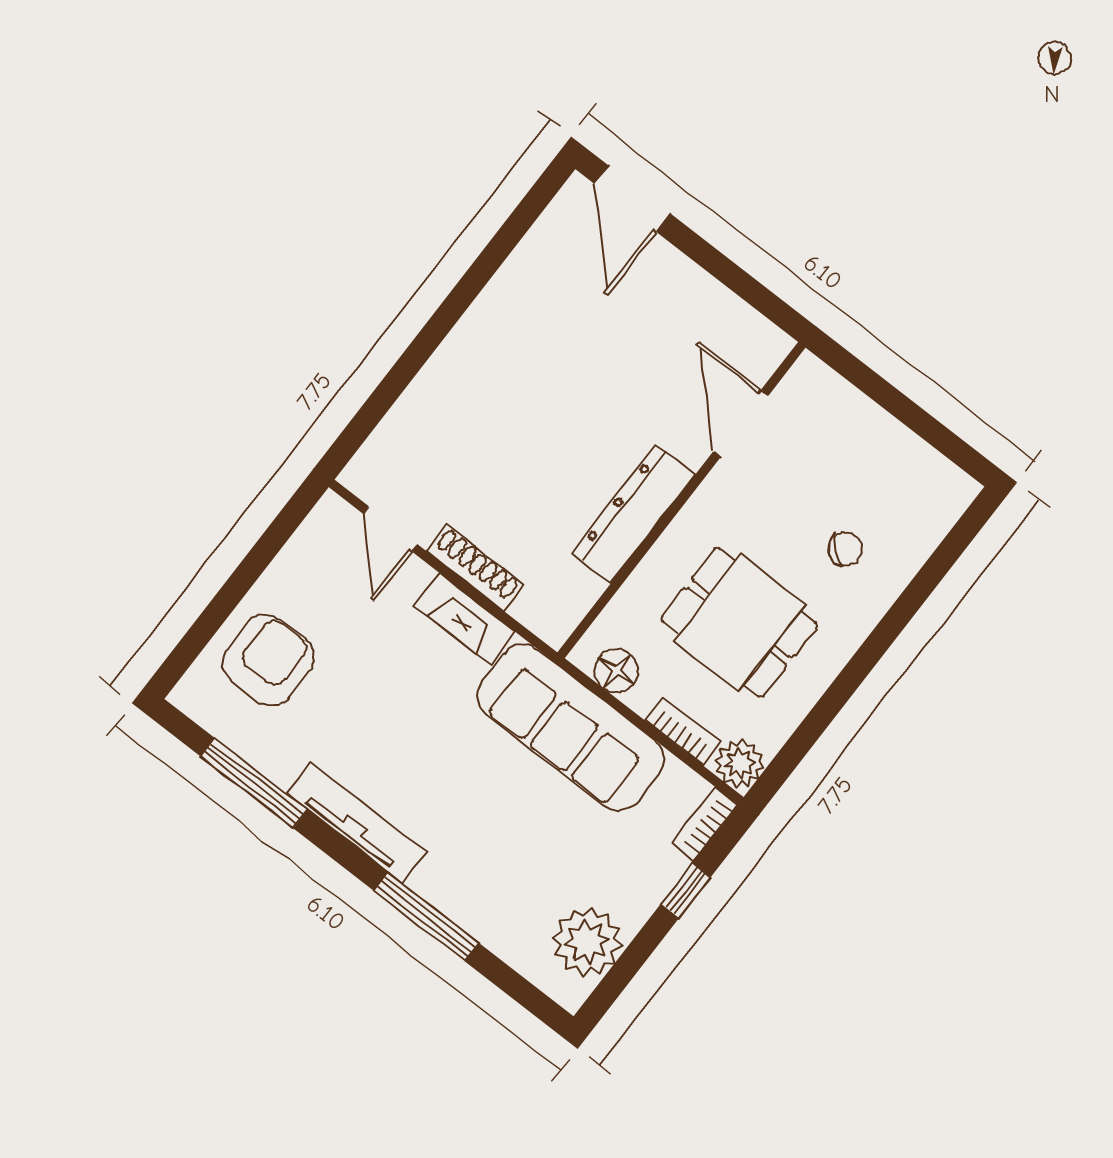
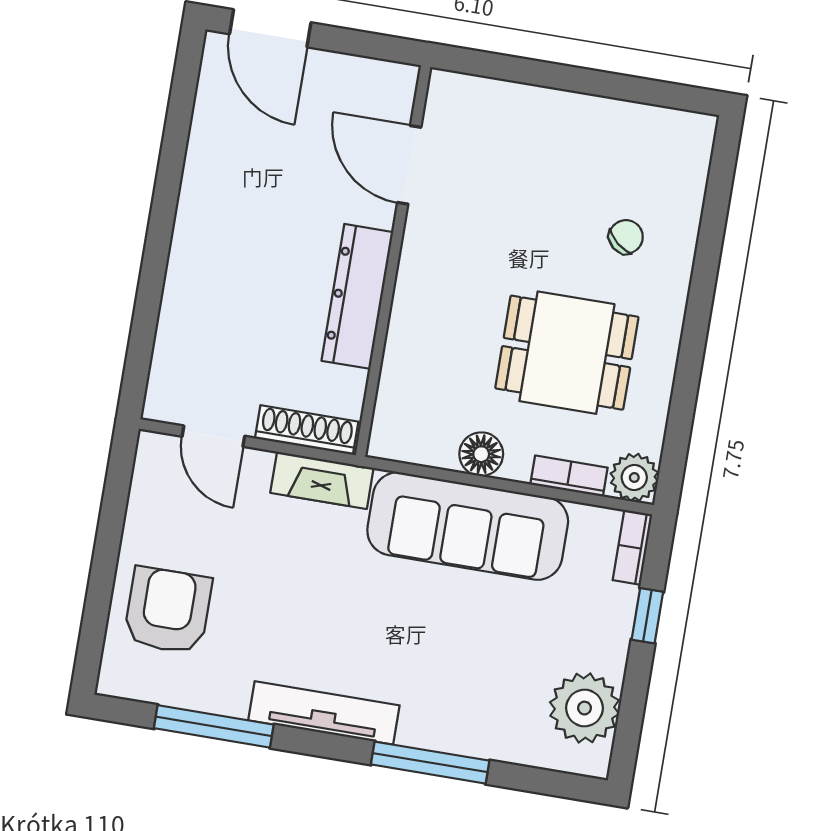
door: (741, 423) -> (409, 165), moved
wall: (681, 500) -> (393, 261), moved
dresser: (633, 514) -> (357, 296), moved

